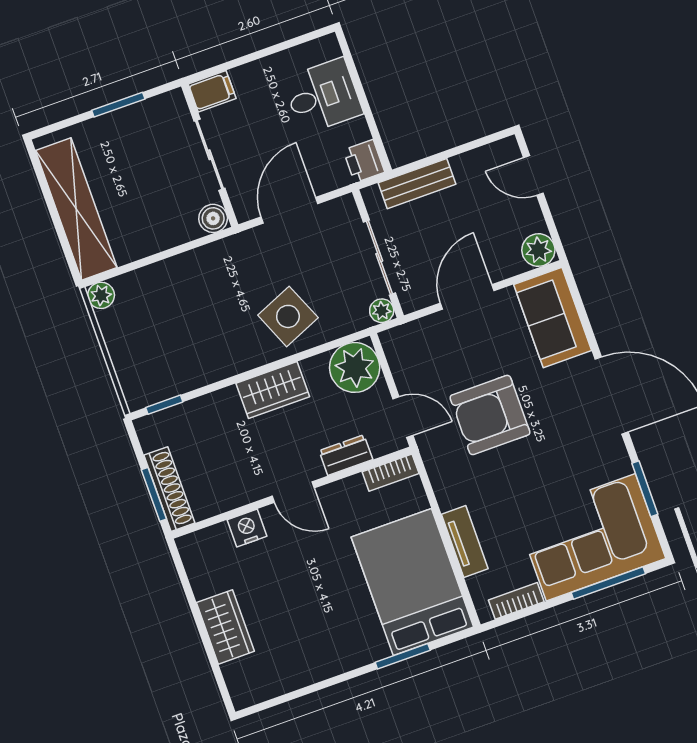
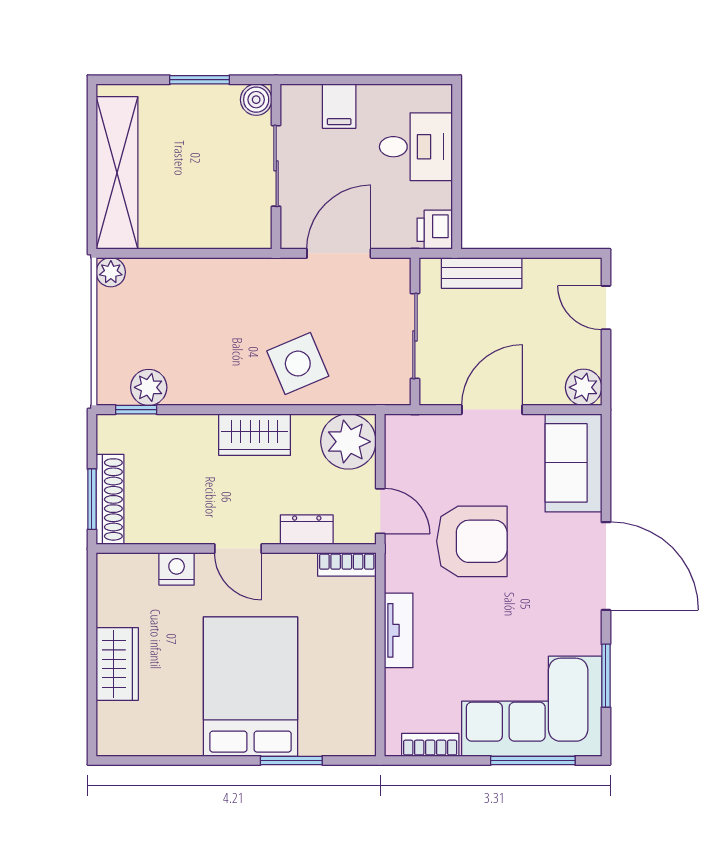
filing cabinet: (212, 91) -> (339, 106), moved, turned 90
boiler: (213, 218) -> (256, 100), moved
plant: (382, 311) -> (149, 387), moved, width x1.38, depth x1.38
armchair: (490, 415) -> (472, 541), turned 180
tv unit: (465, 541) -> (399, 630), moved
bed: (412, 582) -> (250, 687), moved

